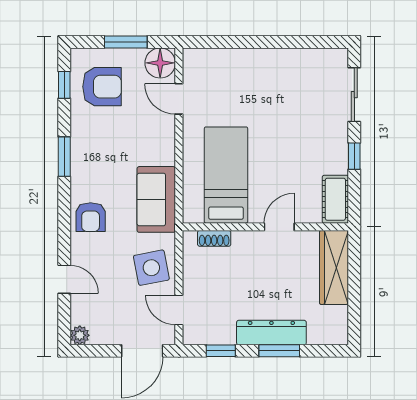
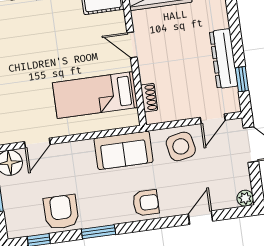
armchair: (102, 87) -> (61, 212), moved
dresser: (271, 333) -> (224, 59), moved
window: (279, 351) -> (235, 31), removed

